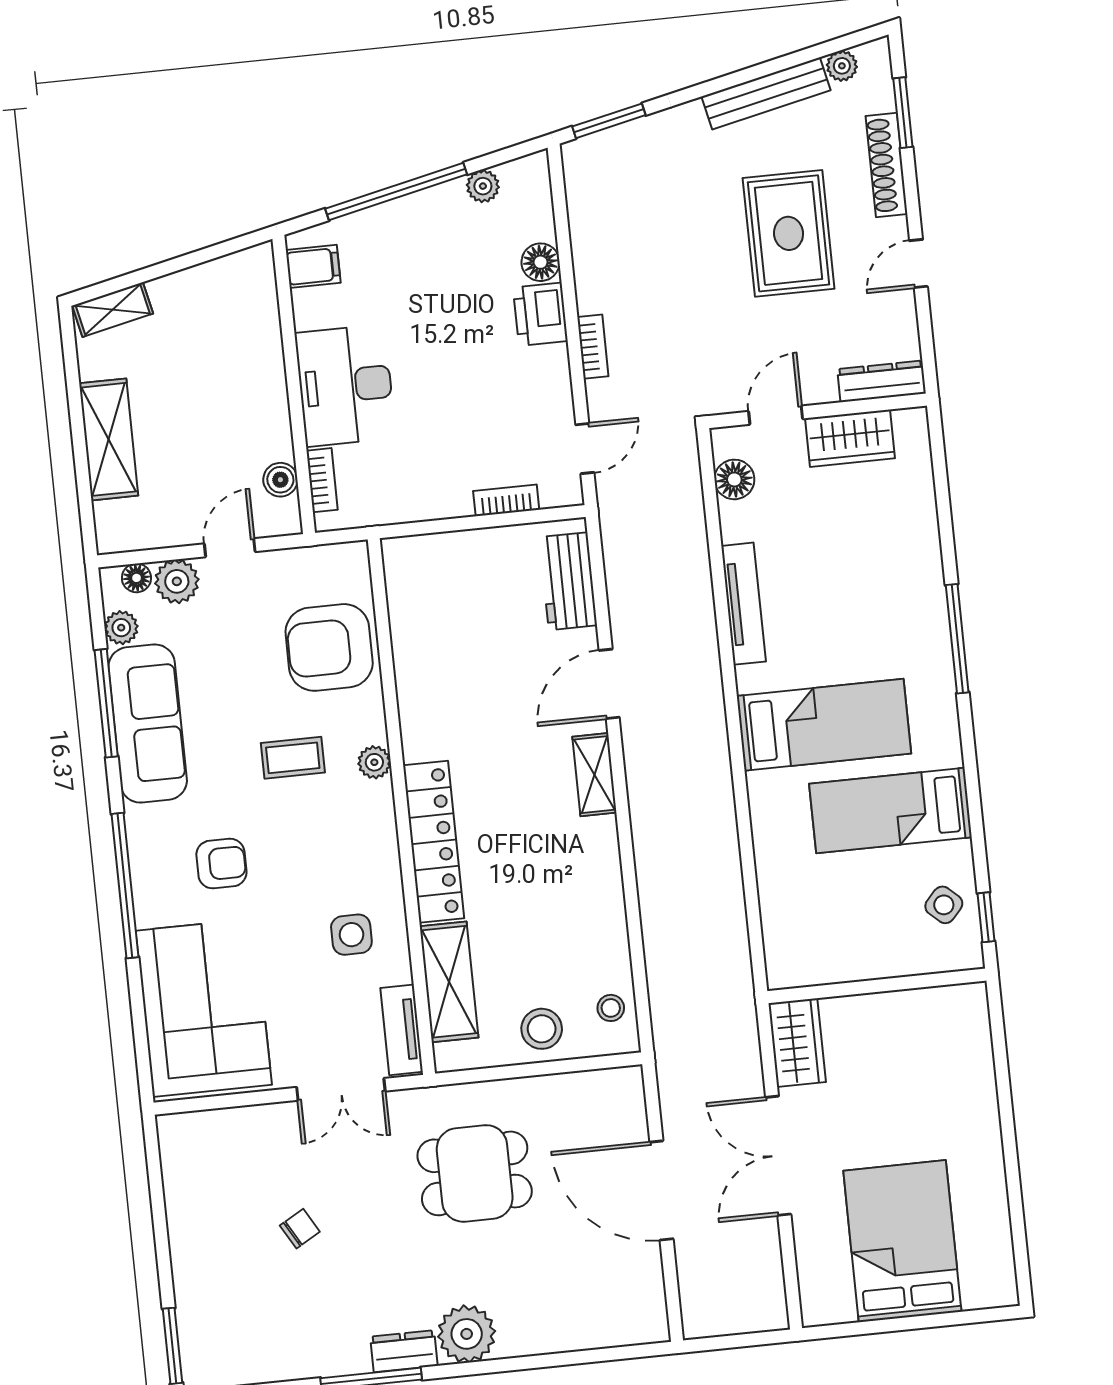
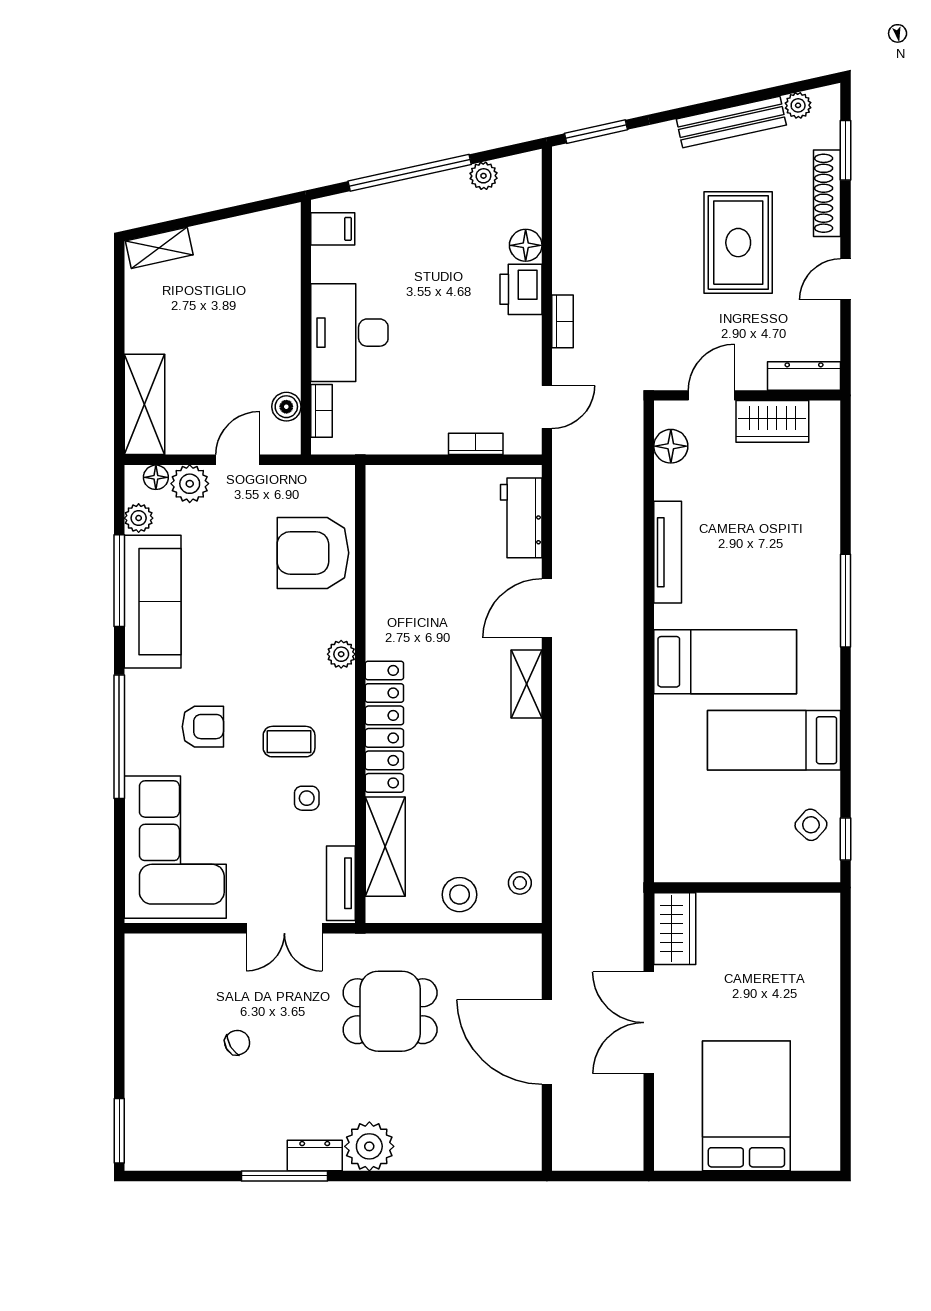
shelving: (109, 439) -> (144, 404), moved
coffee table: (293, 758) -> (289, 742), moved
side table: (351, 935) -> (307, 798), width x0.73, depth x0.73

